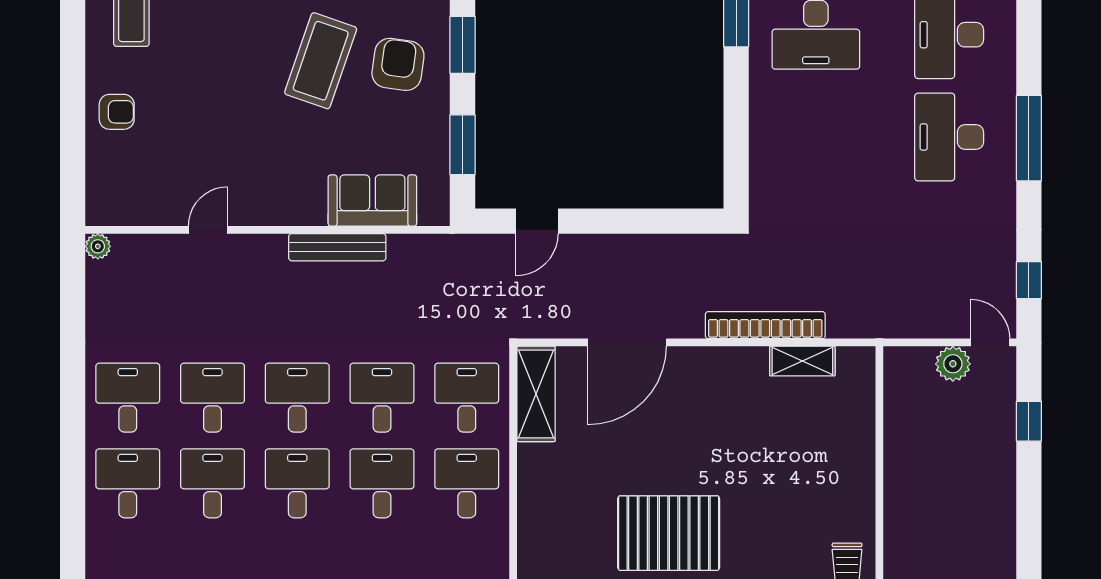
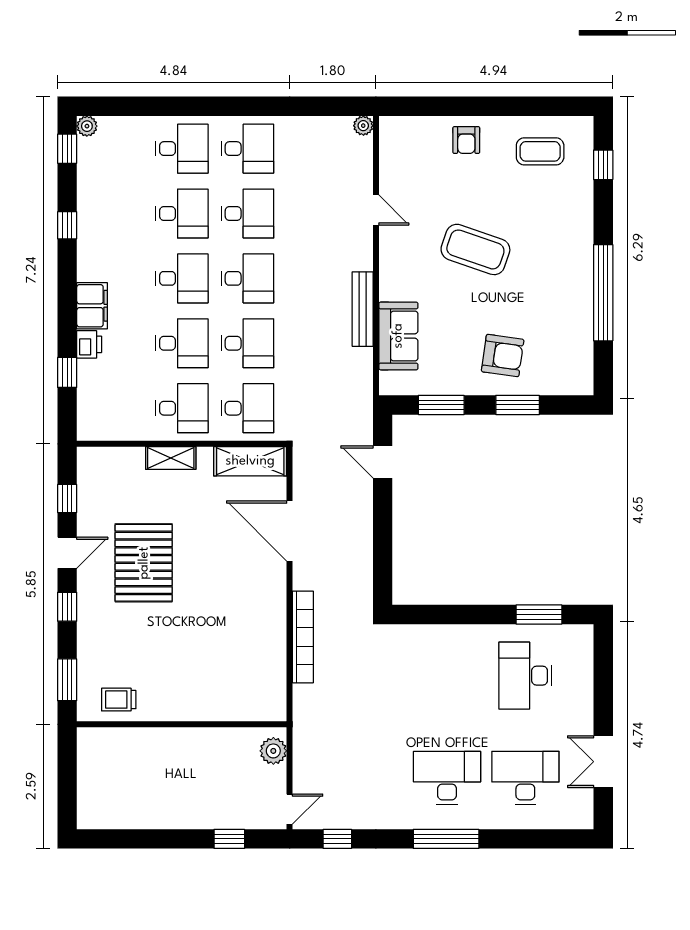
coffee table: (321, 61) -> (475, 249), moved
shelving: (802, 361) -> (171, 458), moved, turned 90
plant: (953, 364) -> (273, 751), moved

